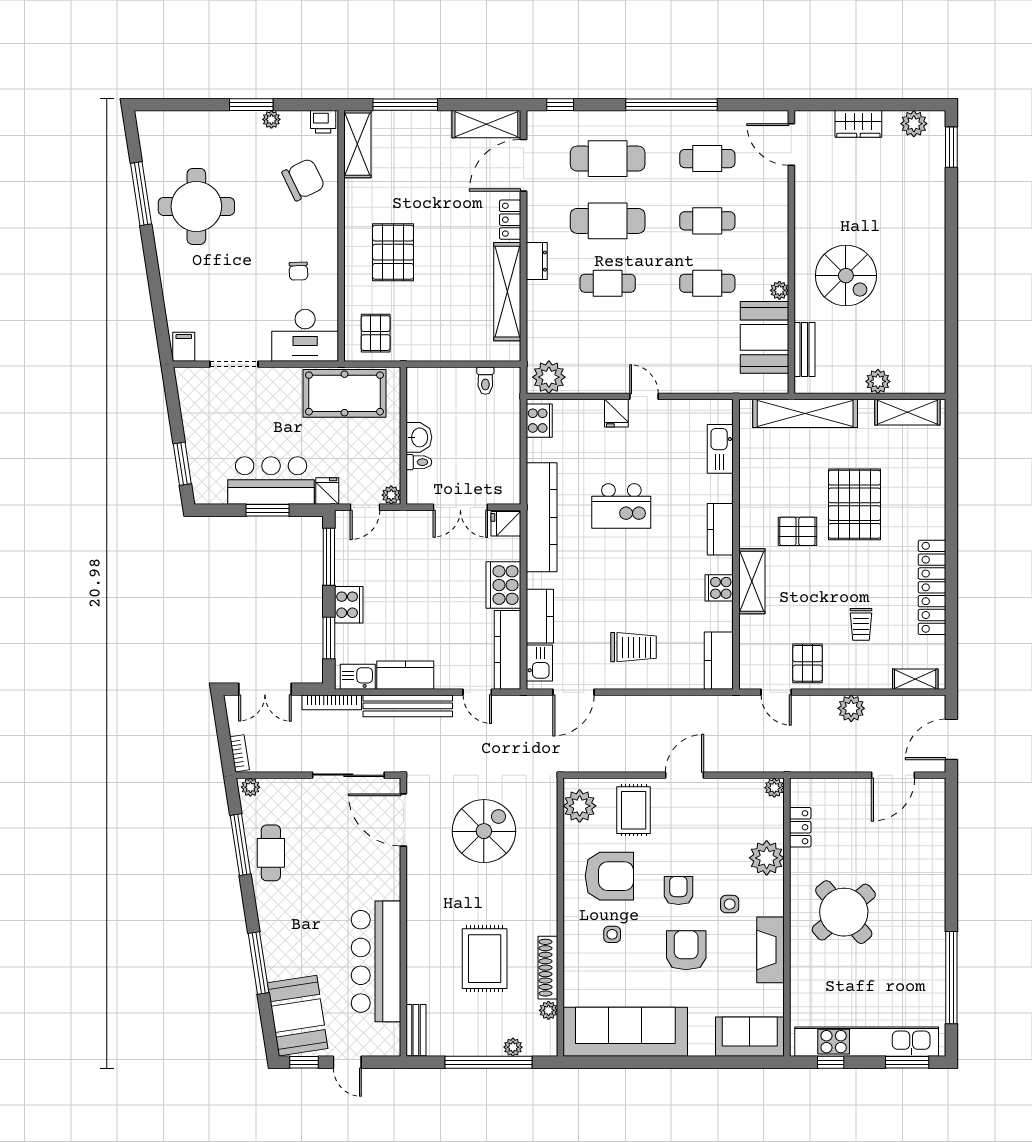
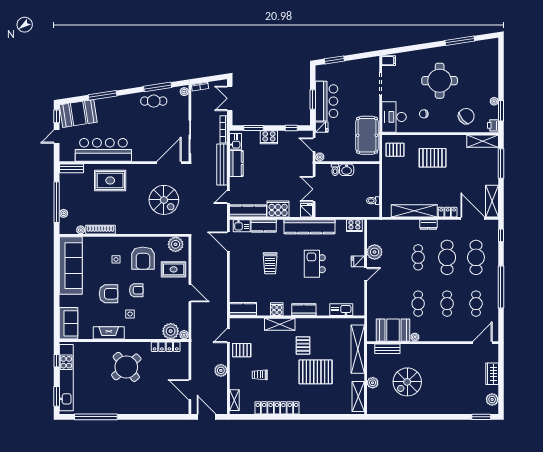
window: (251, 105) -> (501, 111), moved
chair: (303, 180) -> (466, 116), turned -103
round table: (196, 206) -> (440, 81), moved
spiral stairs: (846, 276) -> (407, 382), moved
plant: (549, 377) -> (375, 252), moved
window: (329, 557) -> (291, 128), width x0.46
trolley: (634, 647) -> (270, 263), moved
locker: (800, 827) -> (166, 347), width x1.53
plant: (767, 858) -> (171, 331), moved
rug: (485, 959) -> (110, 180), moved

